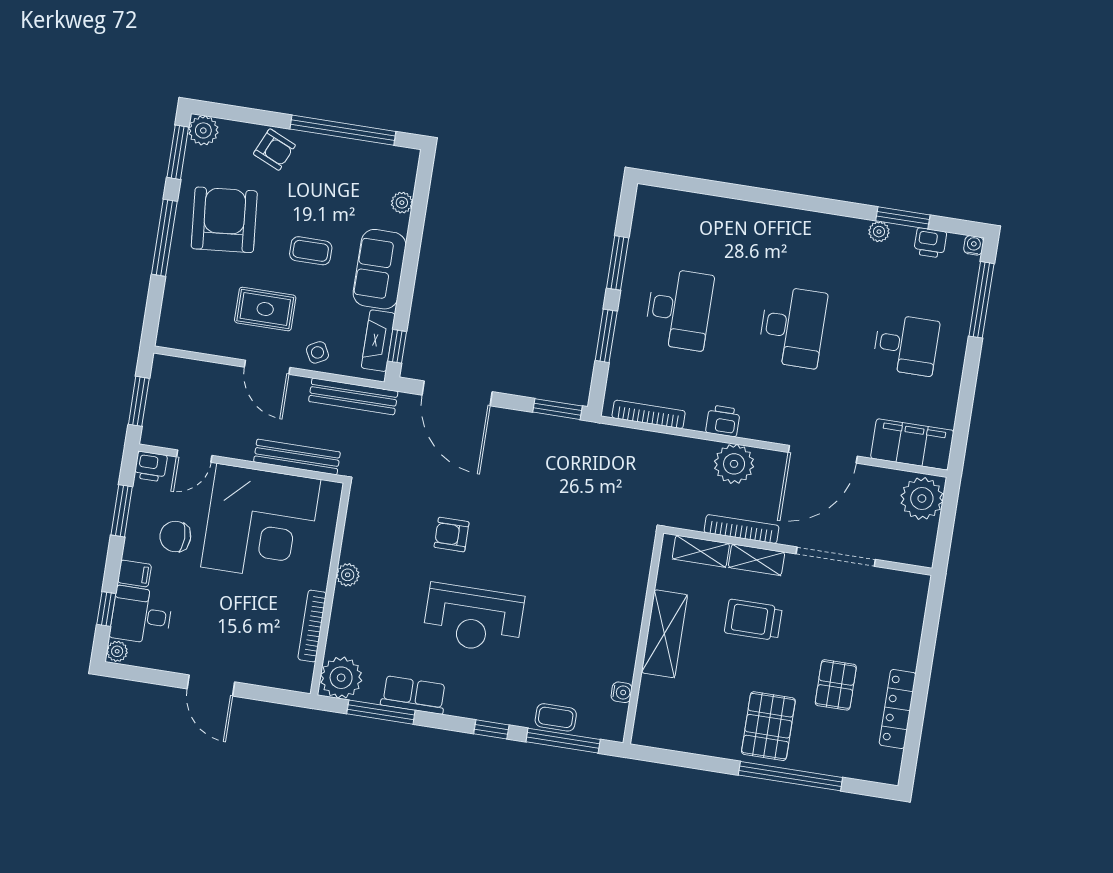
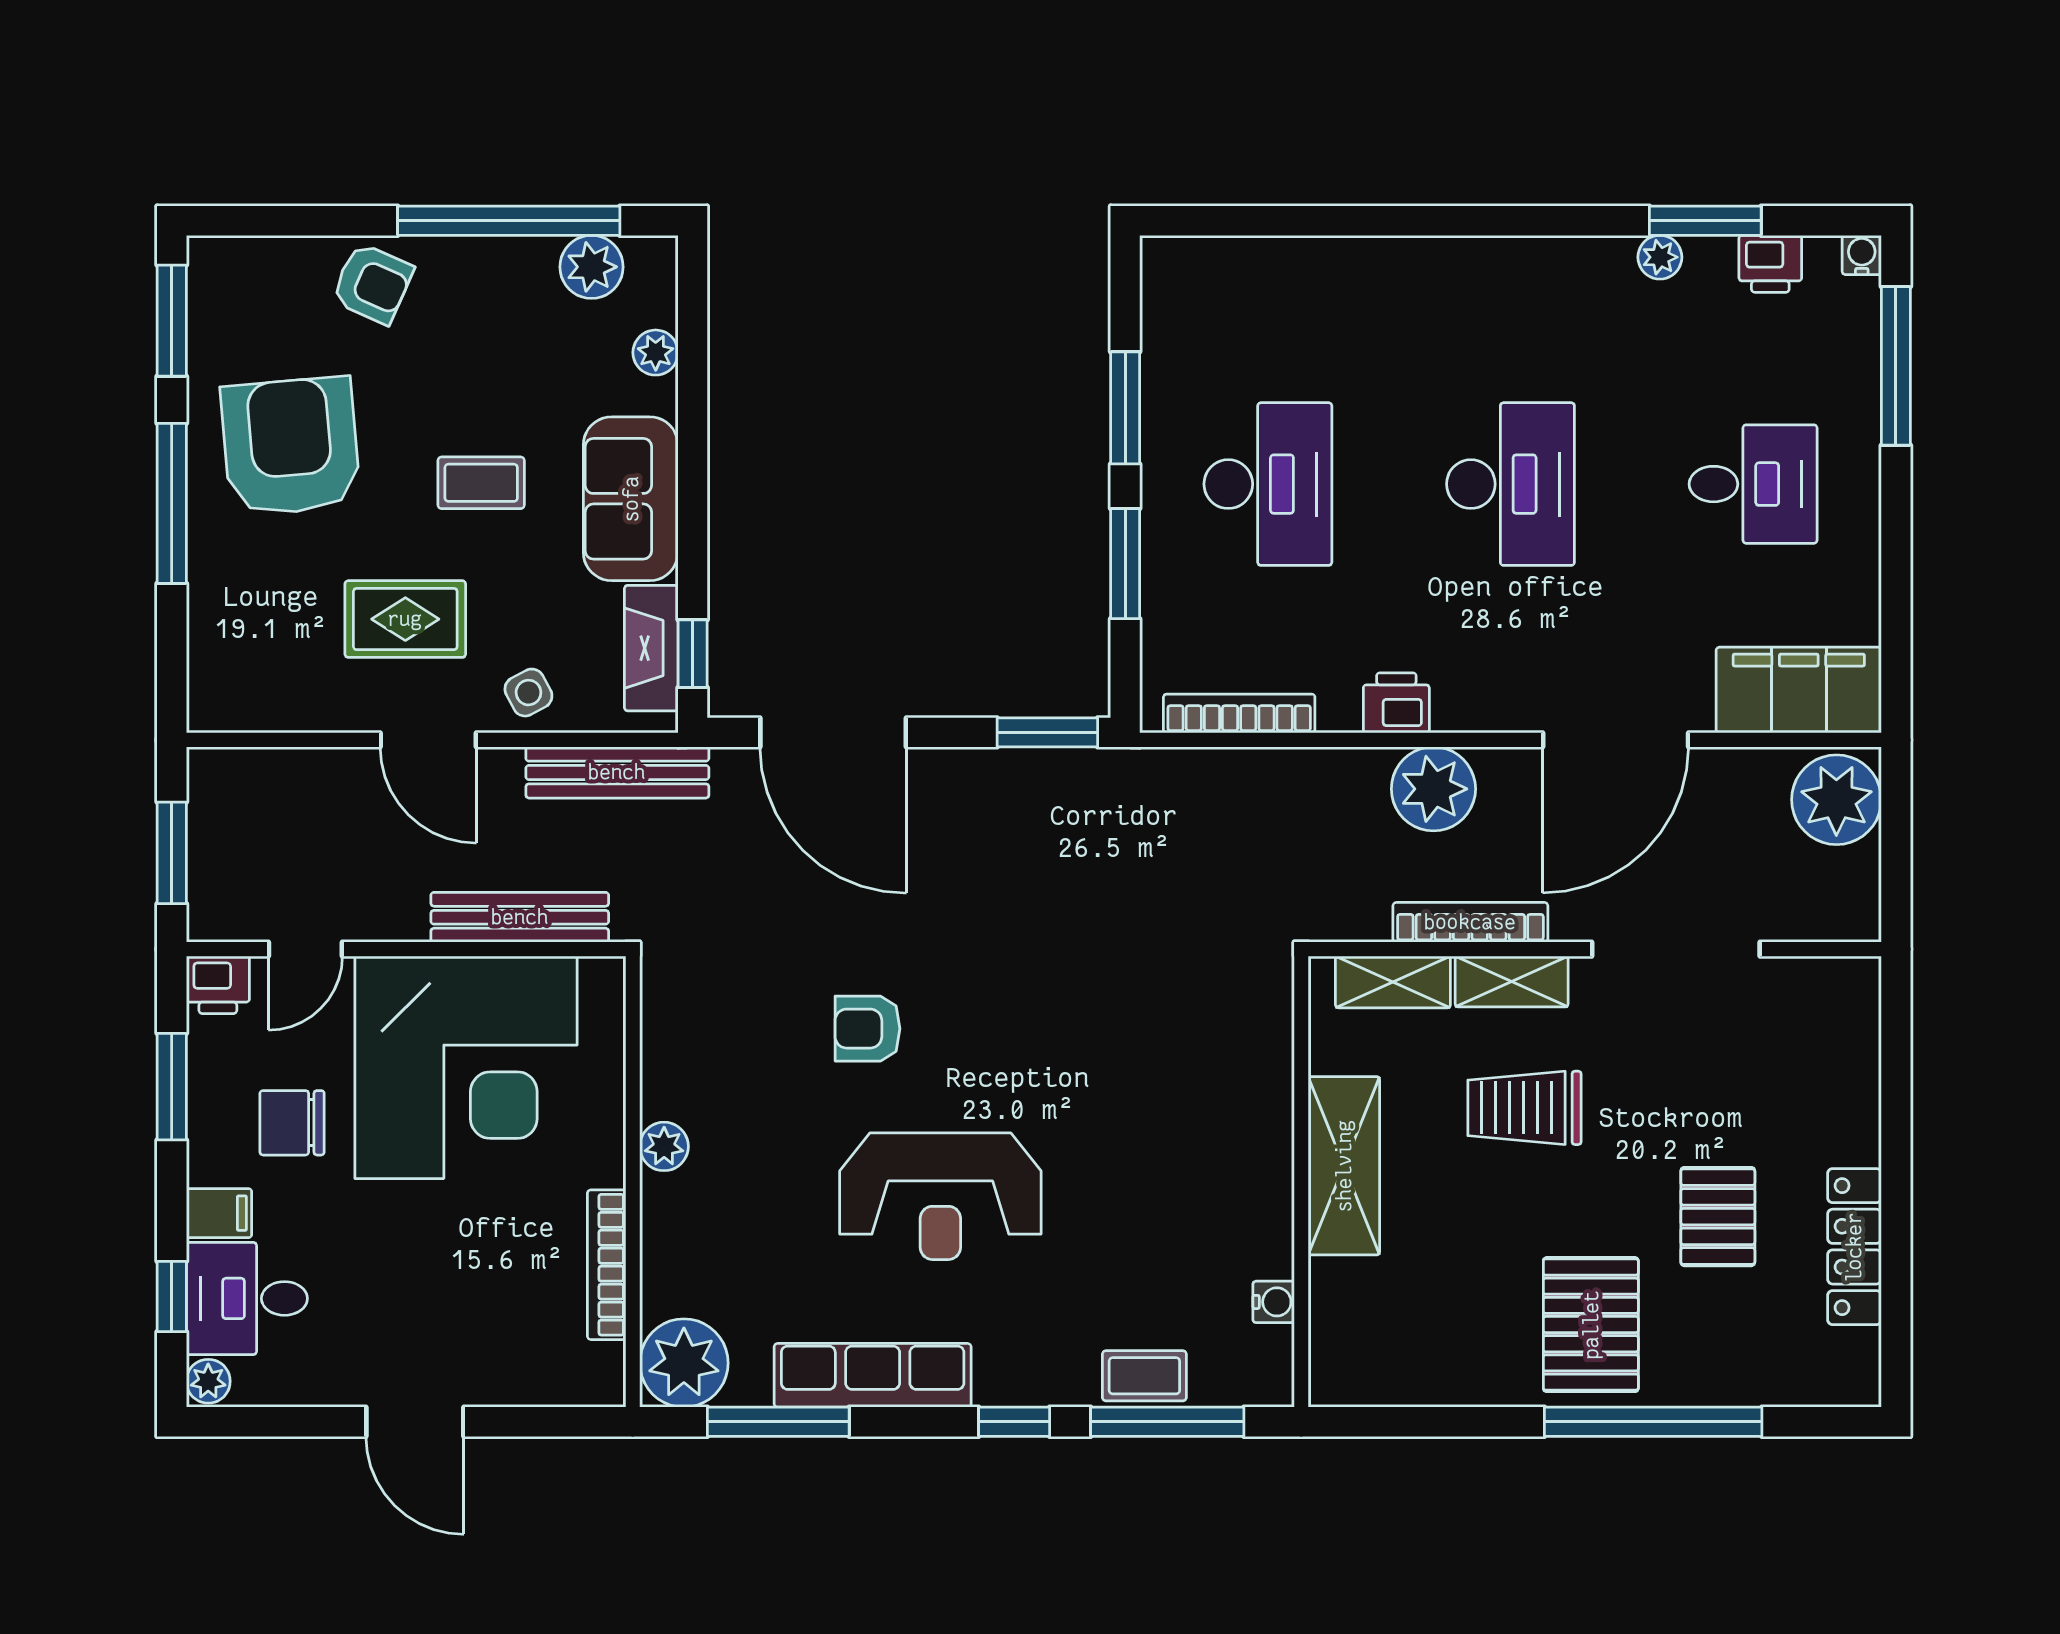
plant: (203, 130) -> (592, 267), moved
row of seats: (414, 695) -> (873, 1375), width x1.48

